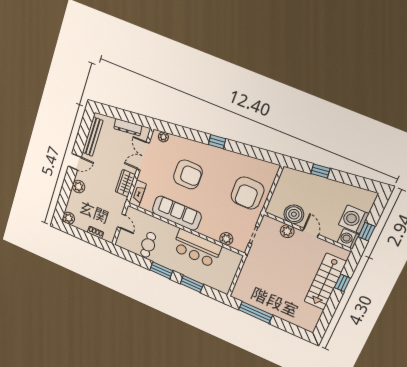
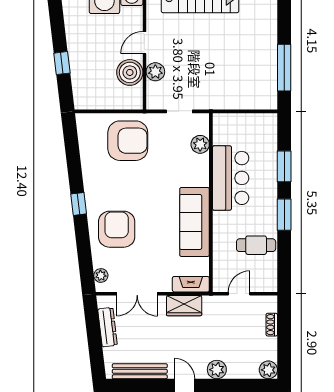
armchair: (188, 174) -> (117, 229), moved

